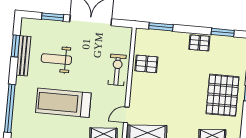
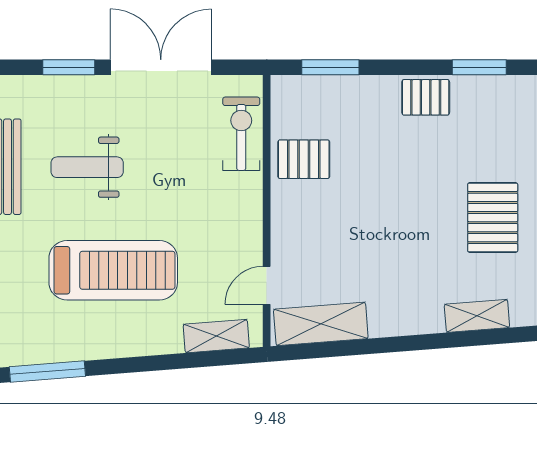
exercise bike: (117, 70) -> (241, 134), moved
pallet: (223, 95) -> (493, 218), width x0.73, depth x0.71
treadmill: (63, 103) -> (113, 270), turned 180

